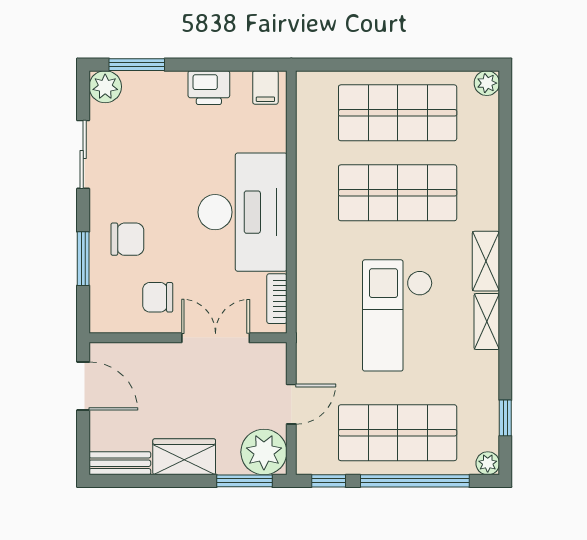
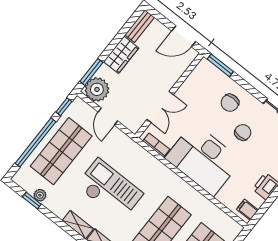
window: (83, 259) -> (220, 65), moved
chair: (158, 297) -> (243, 132), moved
plant: (488, 463) -> (40, 195), moved

